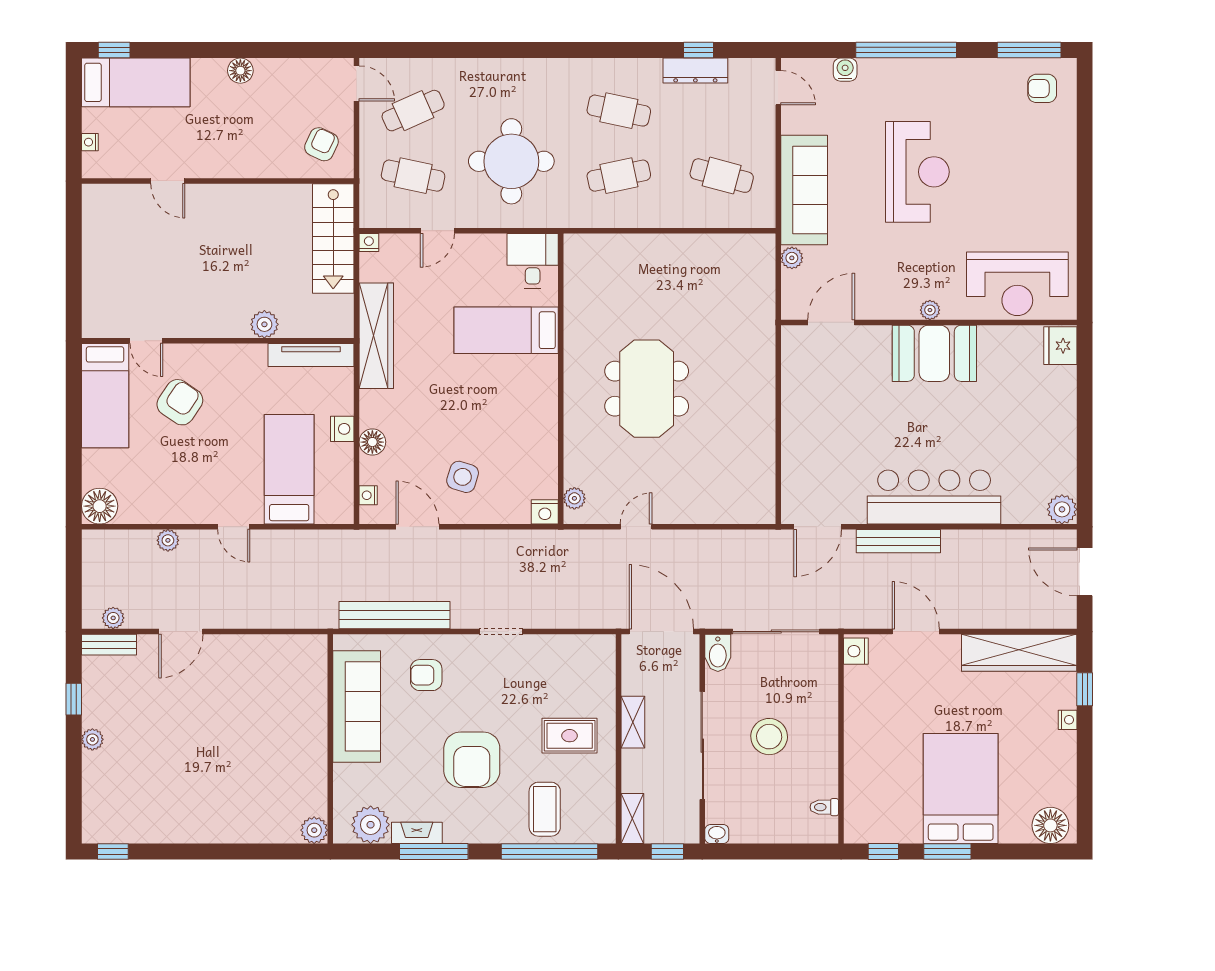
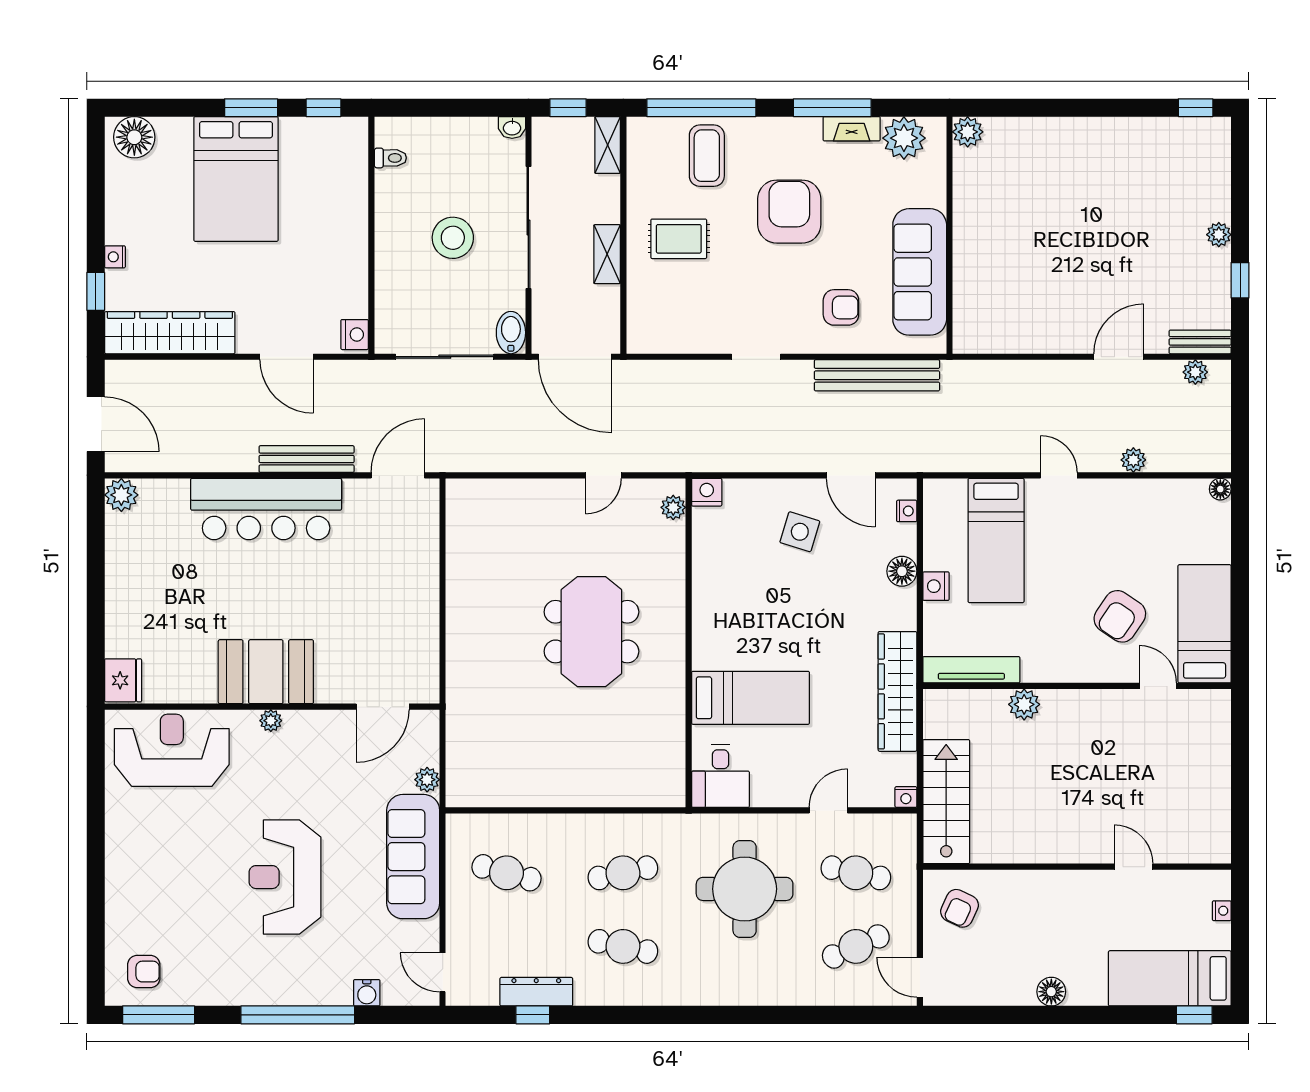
floor lamp: (100, 506) -> (1220, 489), width x0.53, depth x0.53

